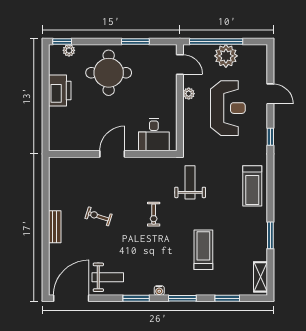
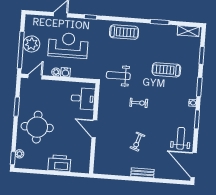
printer: (60, 90) -> (59, 163), moved
water cooler: (189, 107) -> (65, 72), added

